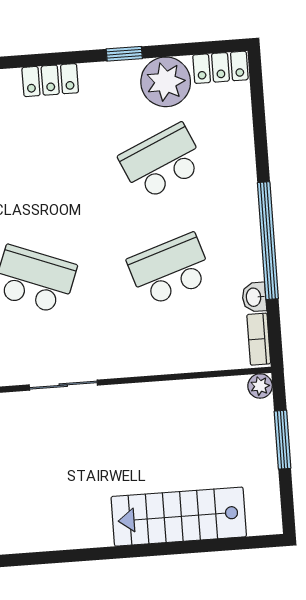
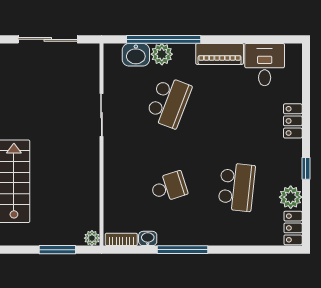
plant: (166, 82) -> (291, 197), width x0.73, depth x0.73
school desk: (162, 162) -> (237, 187), turned 30
window: (268, 241) -> (182, 250), width x0.68
school desk: (170, 270) -> (169, 187), width x0.54

